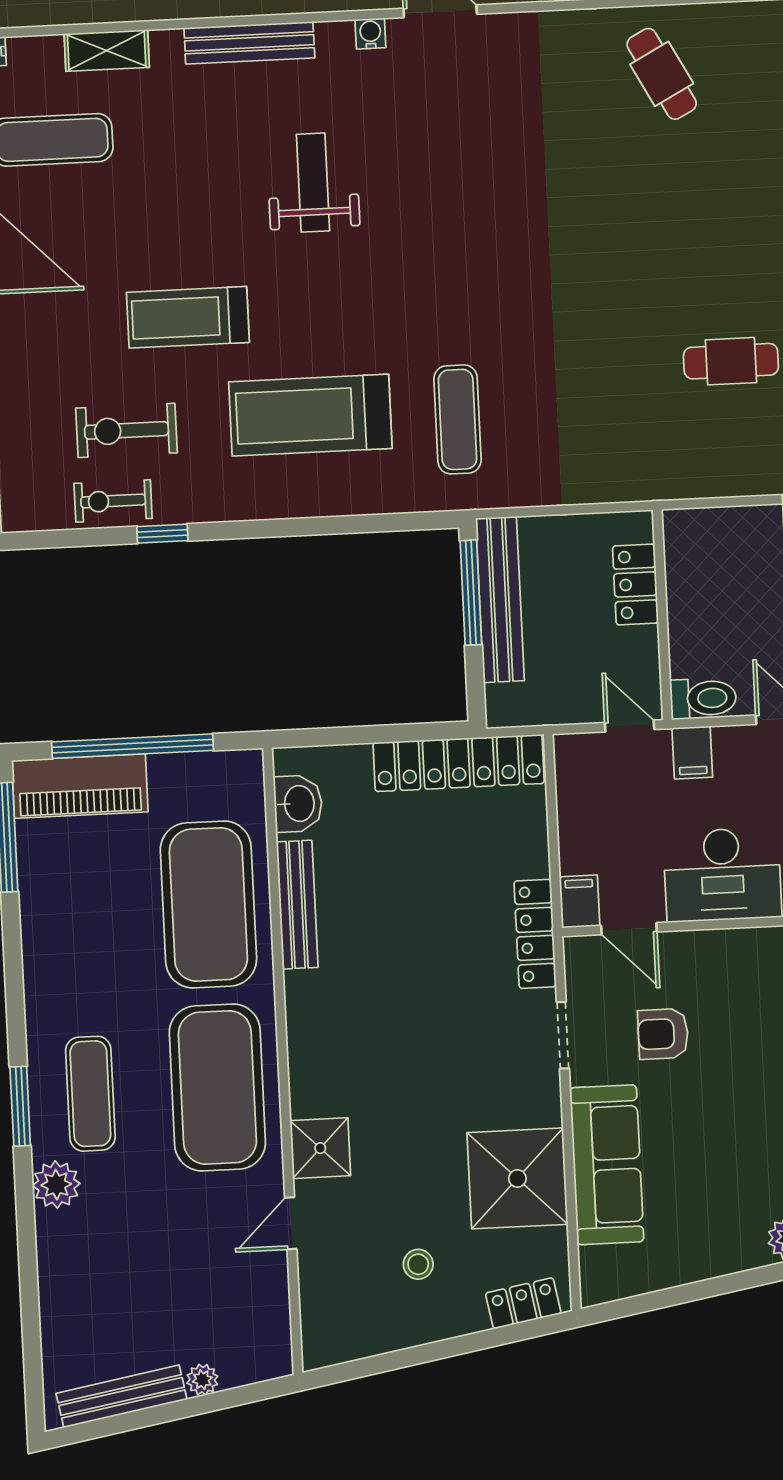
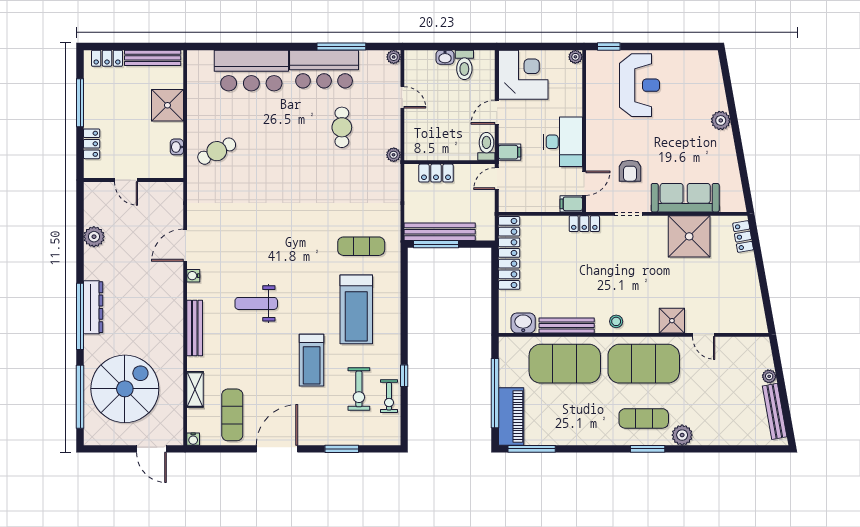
plant: (673, 484) -> (394, 155), added
locker: (535, 934) -> (584, 224), width x0.66
stool: (418, 1264) -> (616, 321), moved

